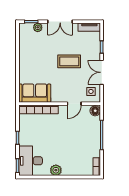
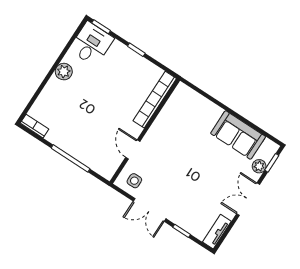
coffee table: (69, 61) -> (190, 178), removed
double door: (102, 72) -> (150, 210), swing flipped
sofa: (35, 93) -> (238, 135), moved, turned 90
floor lamp: (95, 111) -> (107, 170), removed
desk: (31, 161) -> (91, 44), width x0.73

